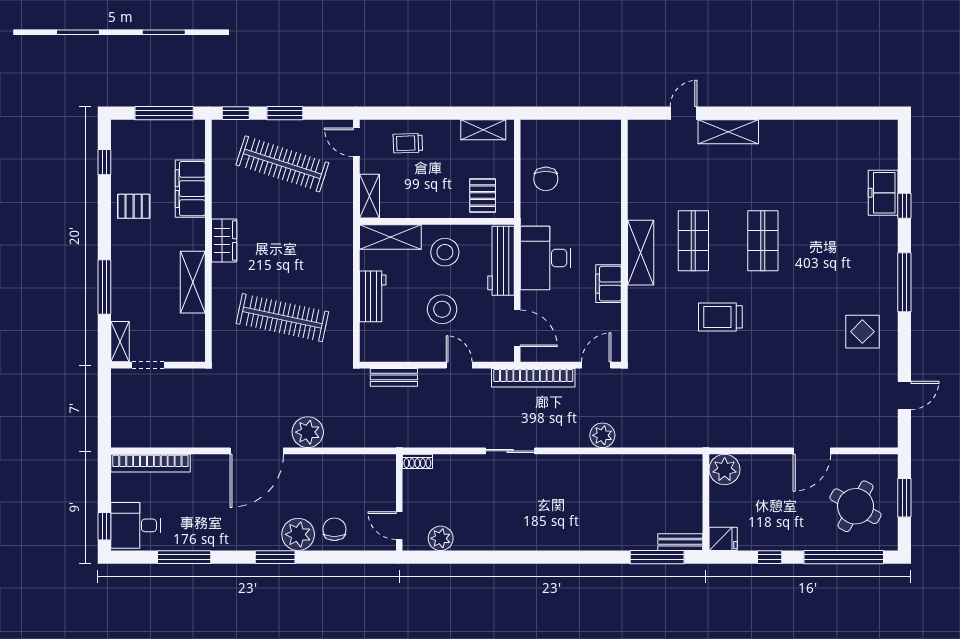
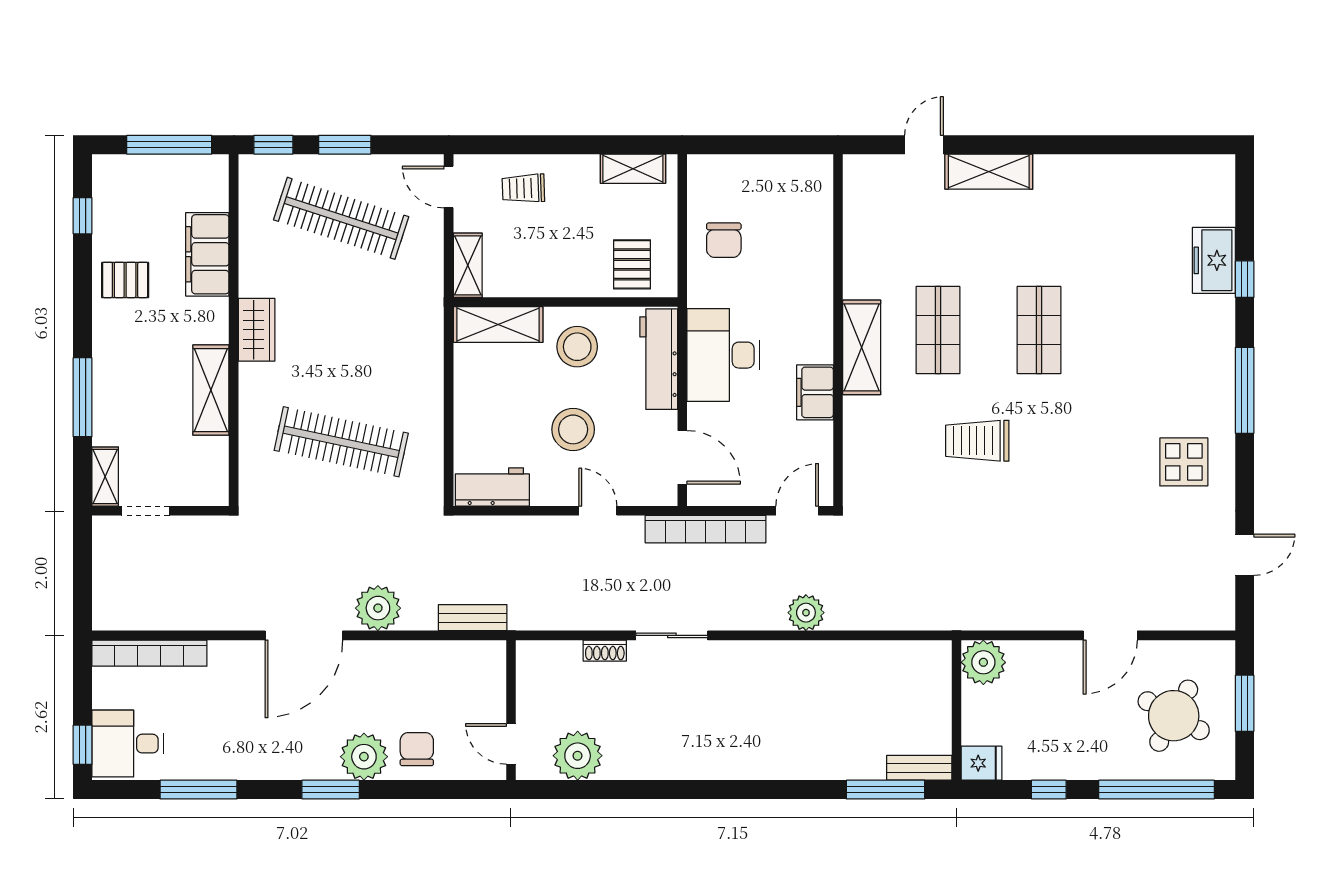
workbench: (373, 296) -> (492, 487), moved, turned -90
bench: (394, 377) -> (473, 618), moved
shoe rack: (417, 461) -> (605, 651), moved
plant: (441, 538) -> (578, 756), width x1.36, depth x1.36

